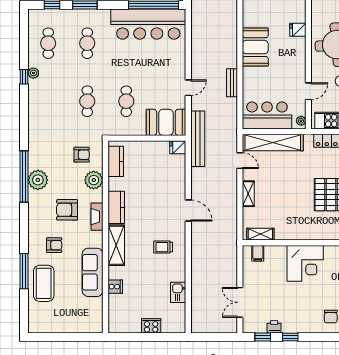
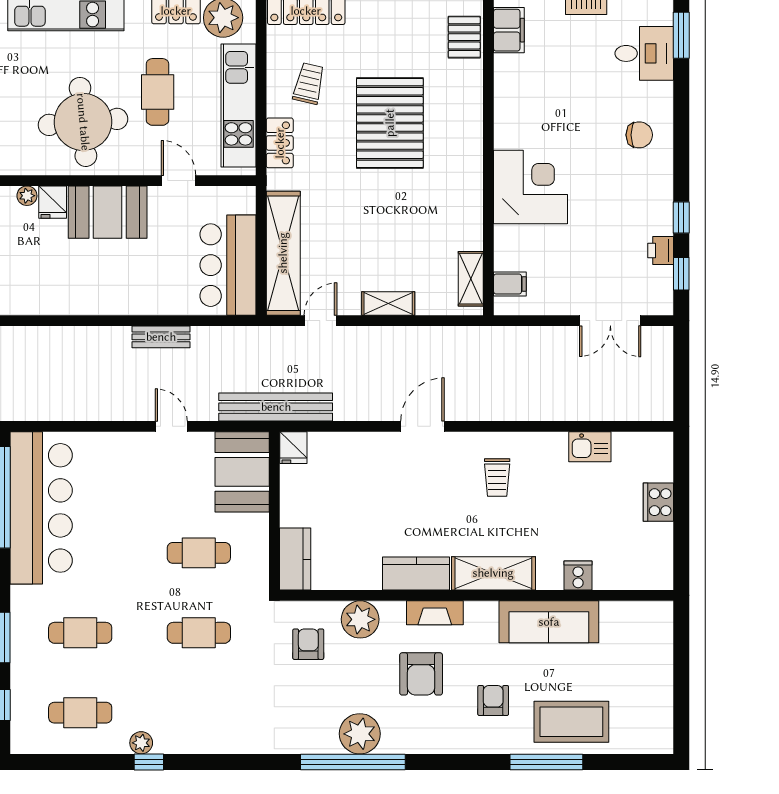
booth: (255, 47) -> (108, 212), moved
plant: (301, 121) -> (27, 196), moved
kitchen counter: (116, 161) -> (295, 559), moved, turned 90

